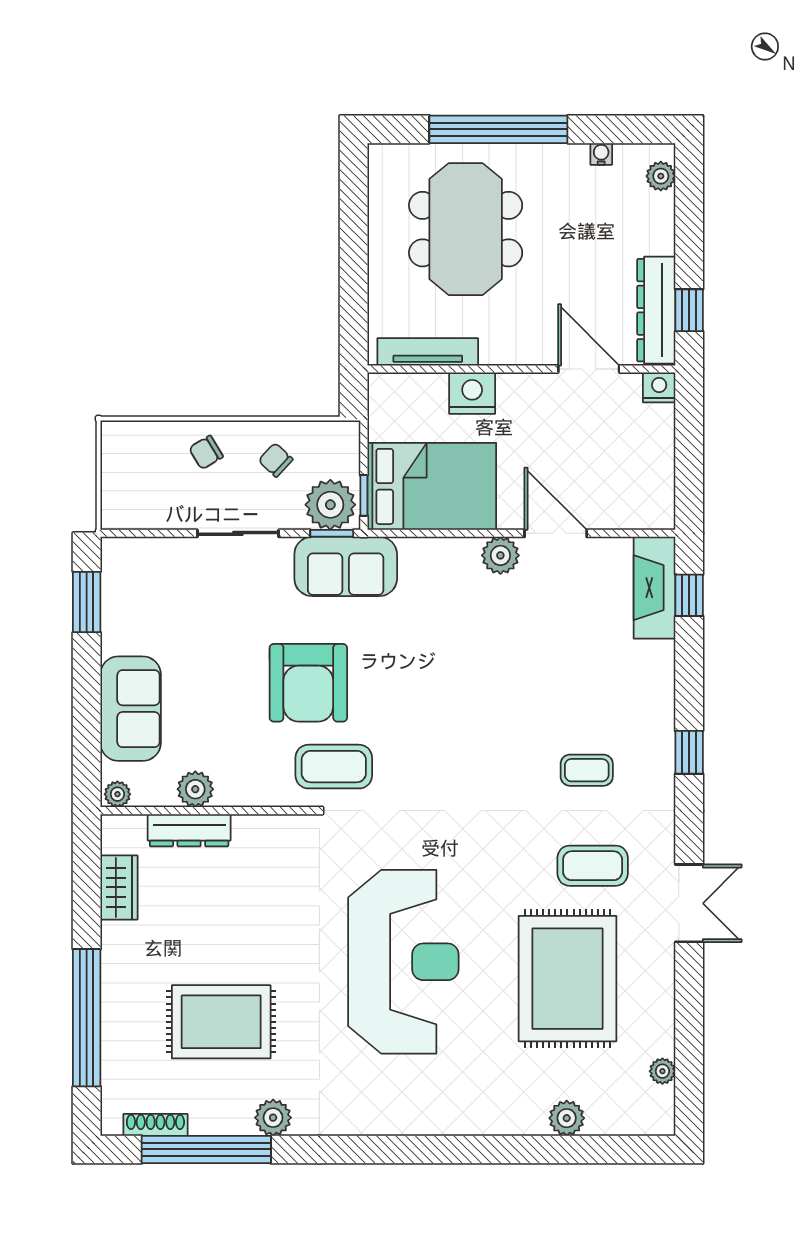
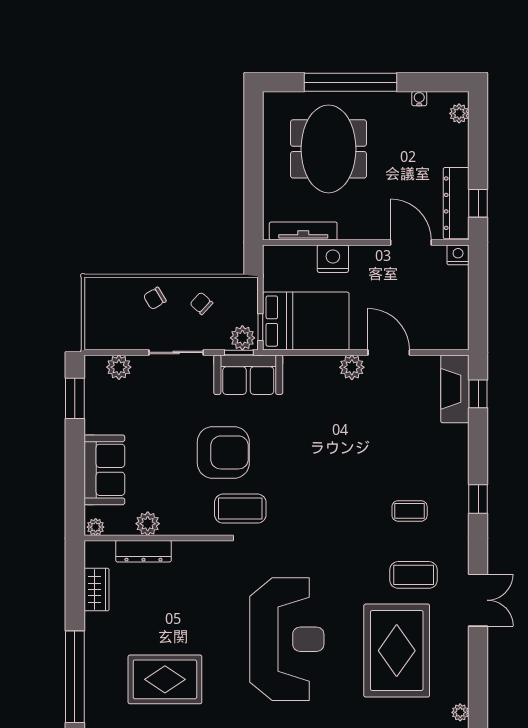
plant: (330, 505) -> (242, 338), width x0.73, depth x0.73
plant: (152, 555) -> (119, 367), added
armchair: (308, 683) -> (223, 452), turned -90

